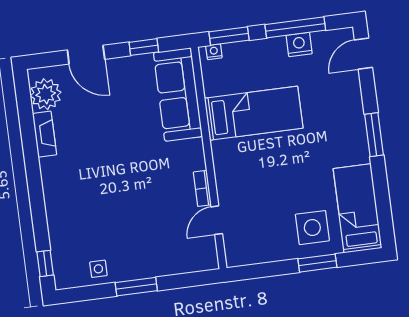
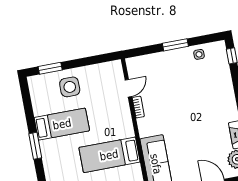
bed: (358, 208) -> (62, 124), moved, turned -90
window: (317, 263) -> (50, 68), moved

